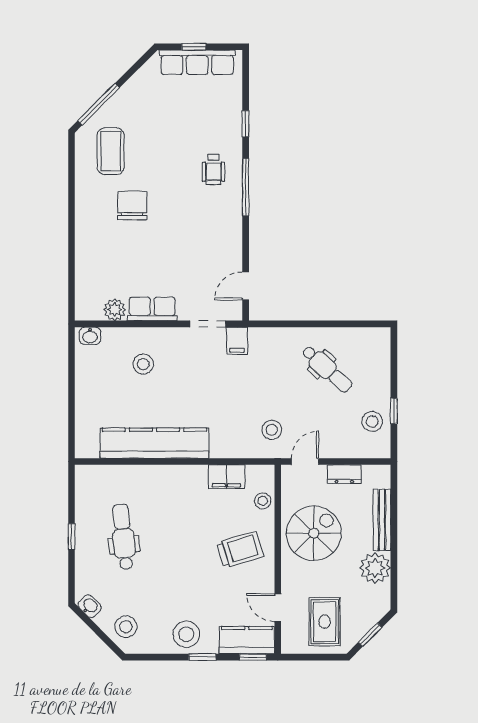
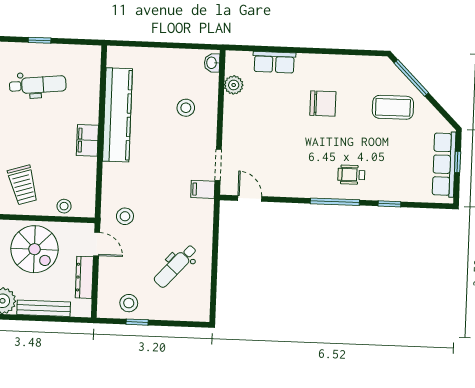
coffee table: (111, 151) -> (393, 107), moved
row of seats: (152, 309) -> (274, 62), moved, turned 90
dresser: (344, 474) -> (84, 277), width x1.44
filing cabinet: (226, 477) -> (87, 140), moved

